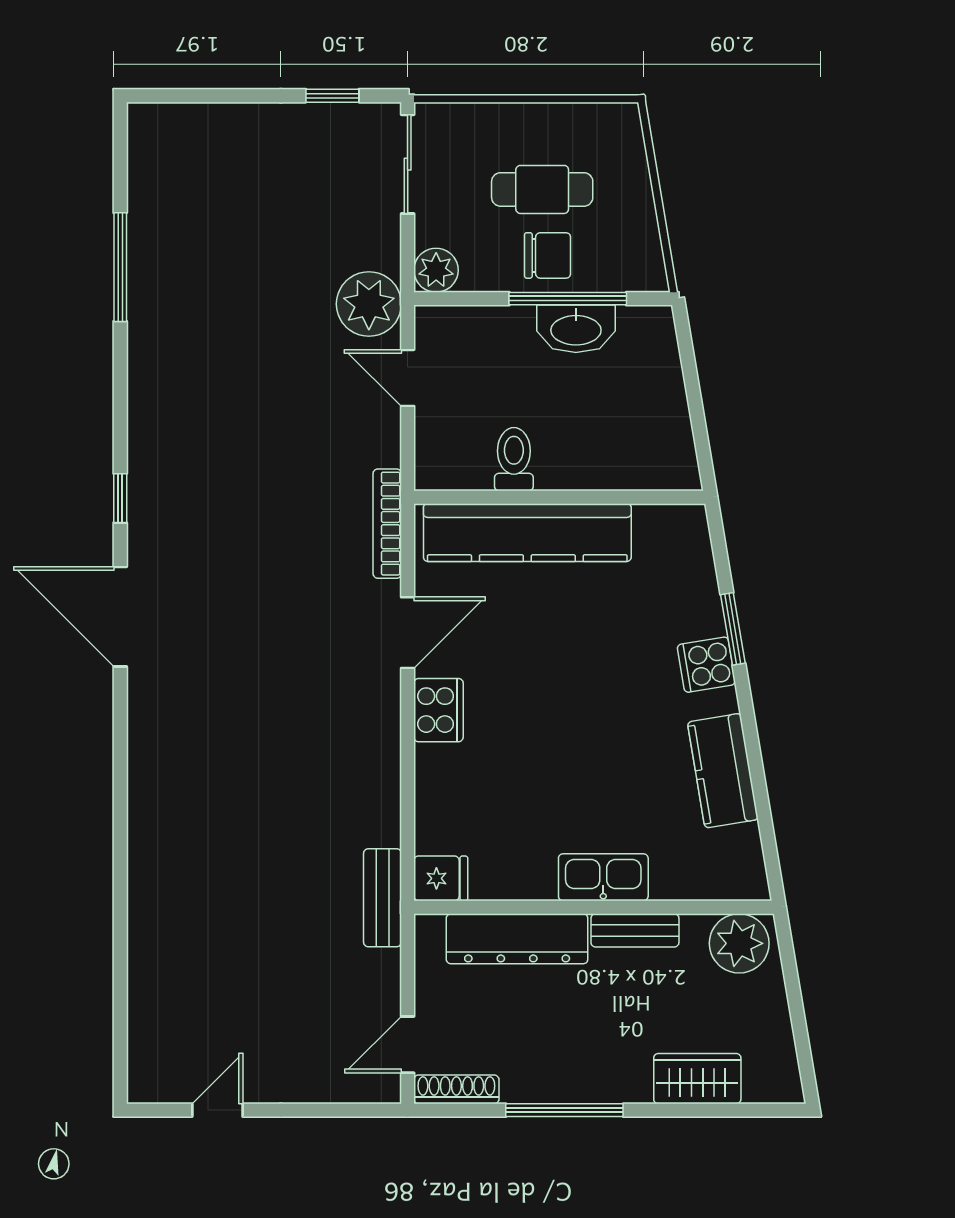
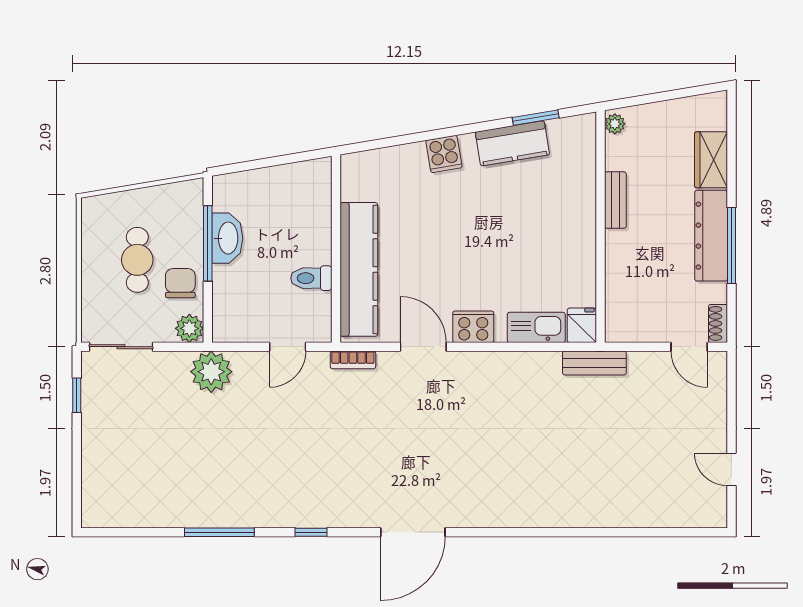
chair: (548, 255) -> (180, 283), moved
window: (120, 267) -> (219, 532), moved
door: (408, 378) -> (288, 347), moved
window: (120, 498) -> (311, 532), moved
bookcase: (387, 524) -> (353, 360), width x0.64
window: (733, 629) -> (536, 118), moved
kitchen sink: (603, 877) -> (536, 327), moved, turned 90
dresser: (517, 939) -> (711, 236), moved, turned 180
plant: (739, 943) -> (615, 124), width x0.53, depth x0.53
shoe rack: (456, 1089) -> (718, 323), width x0.70

